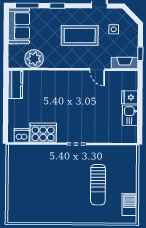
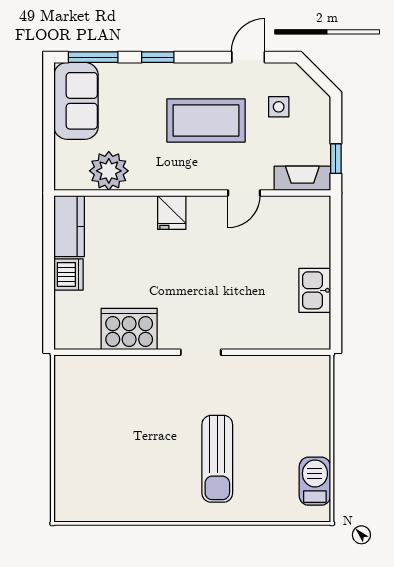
door: (97, 69) -> (244, 193), hinge flipped
fridge: (130, 97) -> (172, 212), moved, turned -90
dishwasher: (22, 135) -> (68, 274), moved, turned 90
sun lounger: (98, 185) -> (217, 459), moved

